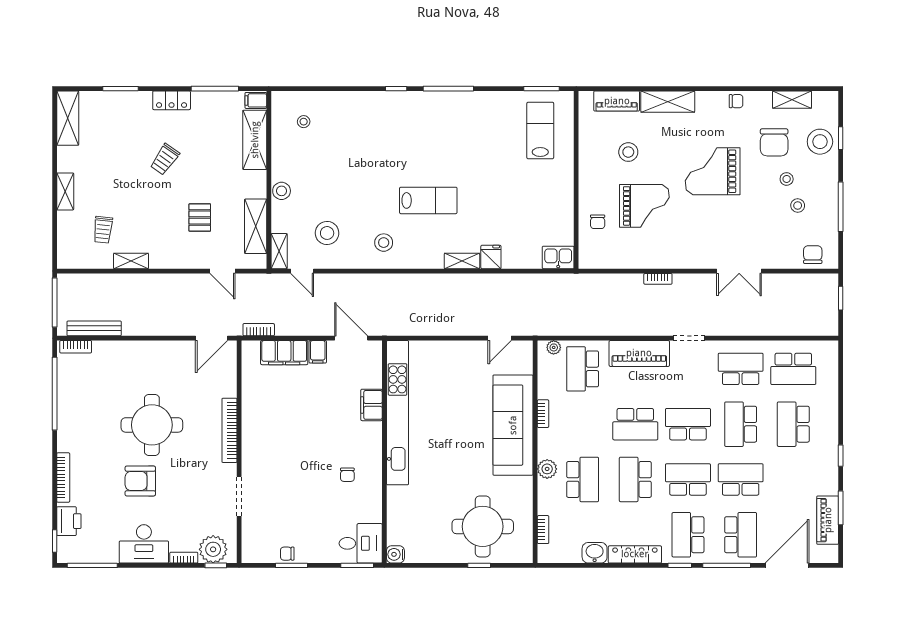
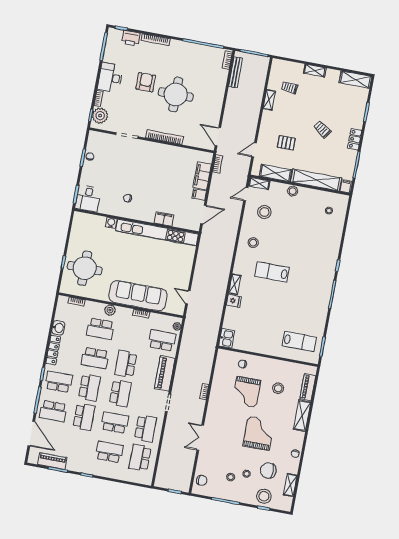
shelving: (255, 140) -> (316, 180), width x1.47
lab bench: (428, 200) -> (272, 272), turned 90
school desk: (635, 479) -> (95, 358), turned 180
water cooler: (395, 554) -> (111, 223), moved

